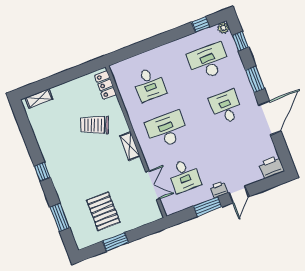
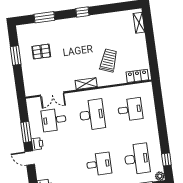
desk: (149, 84) -> (130, 109), turned 180
pallet: (103, 211) -> (41, 52), width x0.67, depth x0.71

